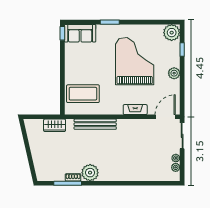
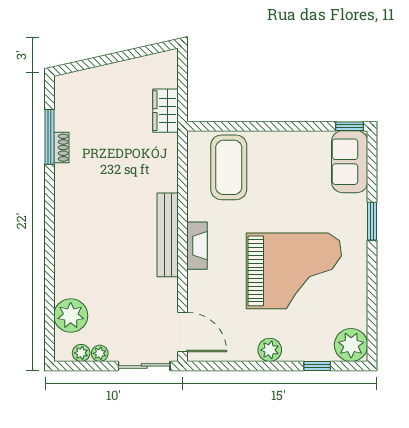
fireplace: (135, 110) -> (197, 246), moved
bench: (95, 124) -> (168, 235), moved
plant: (90, 173) -> (71, 316), moved

